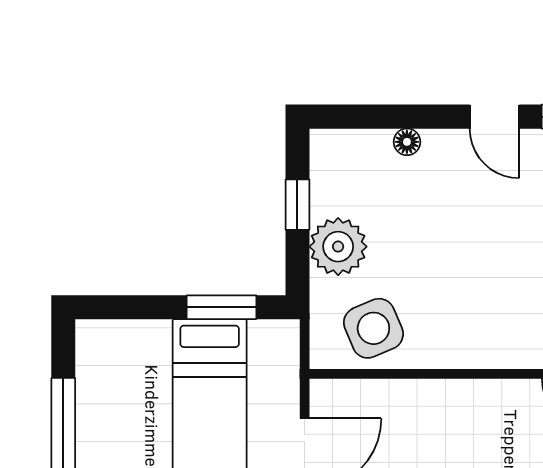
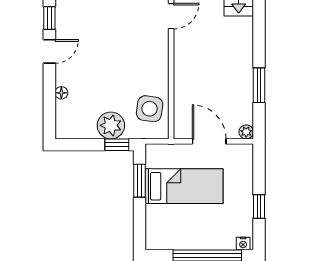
window: (297, 205) -> (117, 145), moved
side table: (373, 328) -> (150, 109), turned 31

